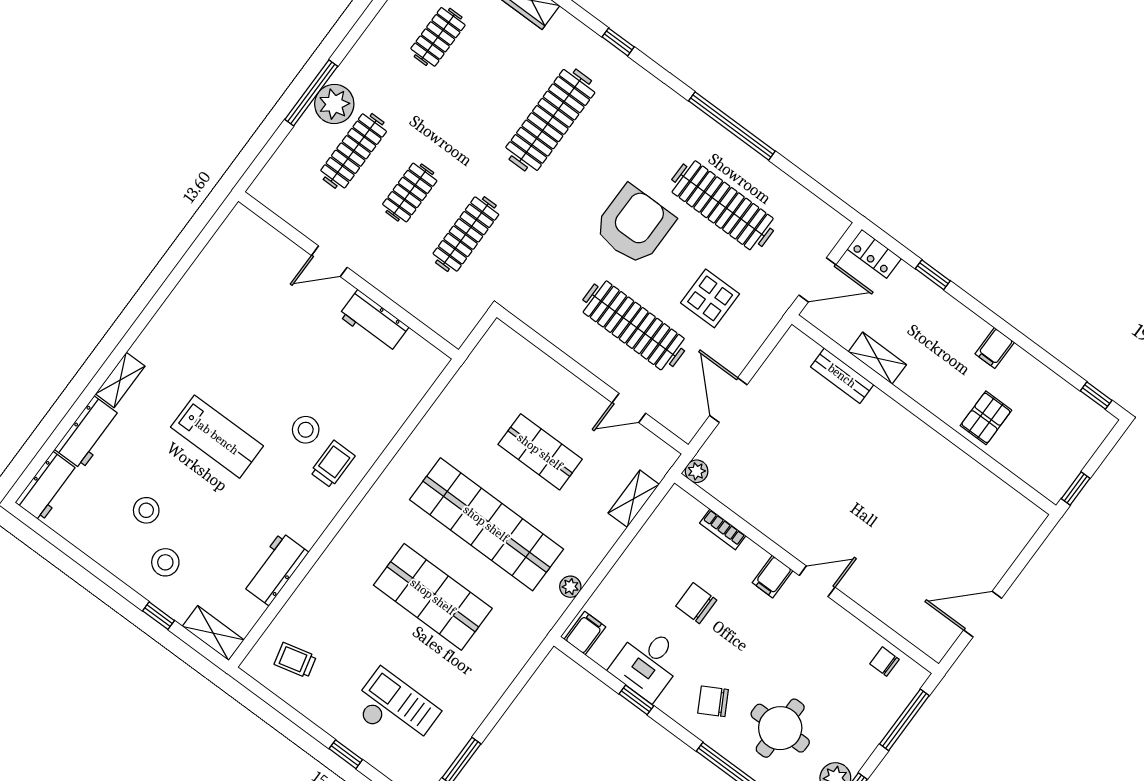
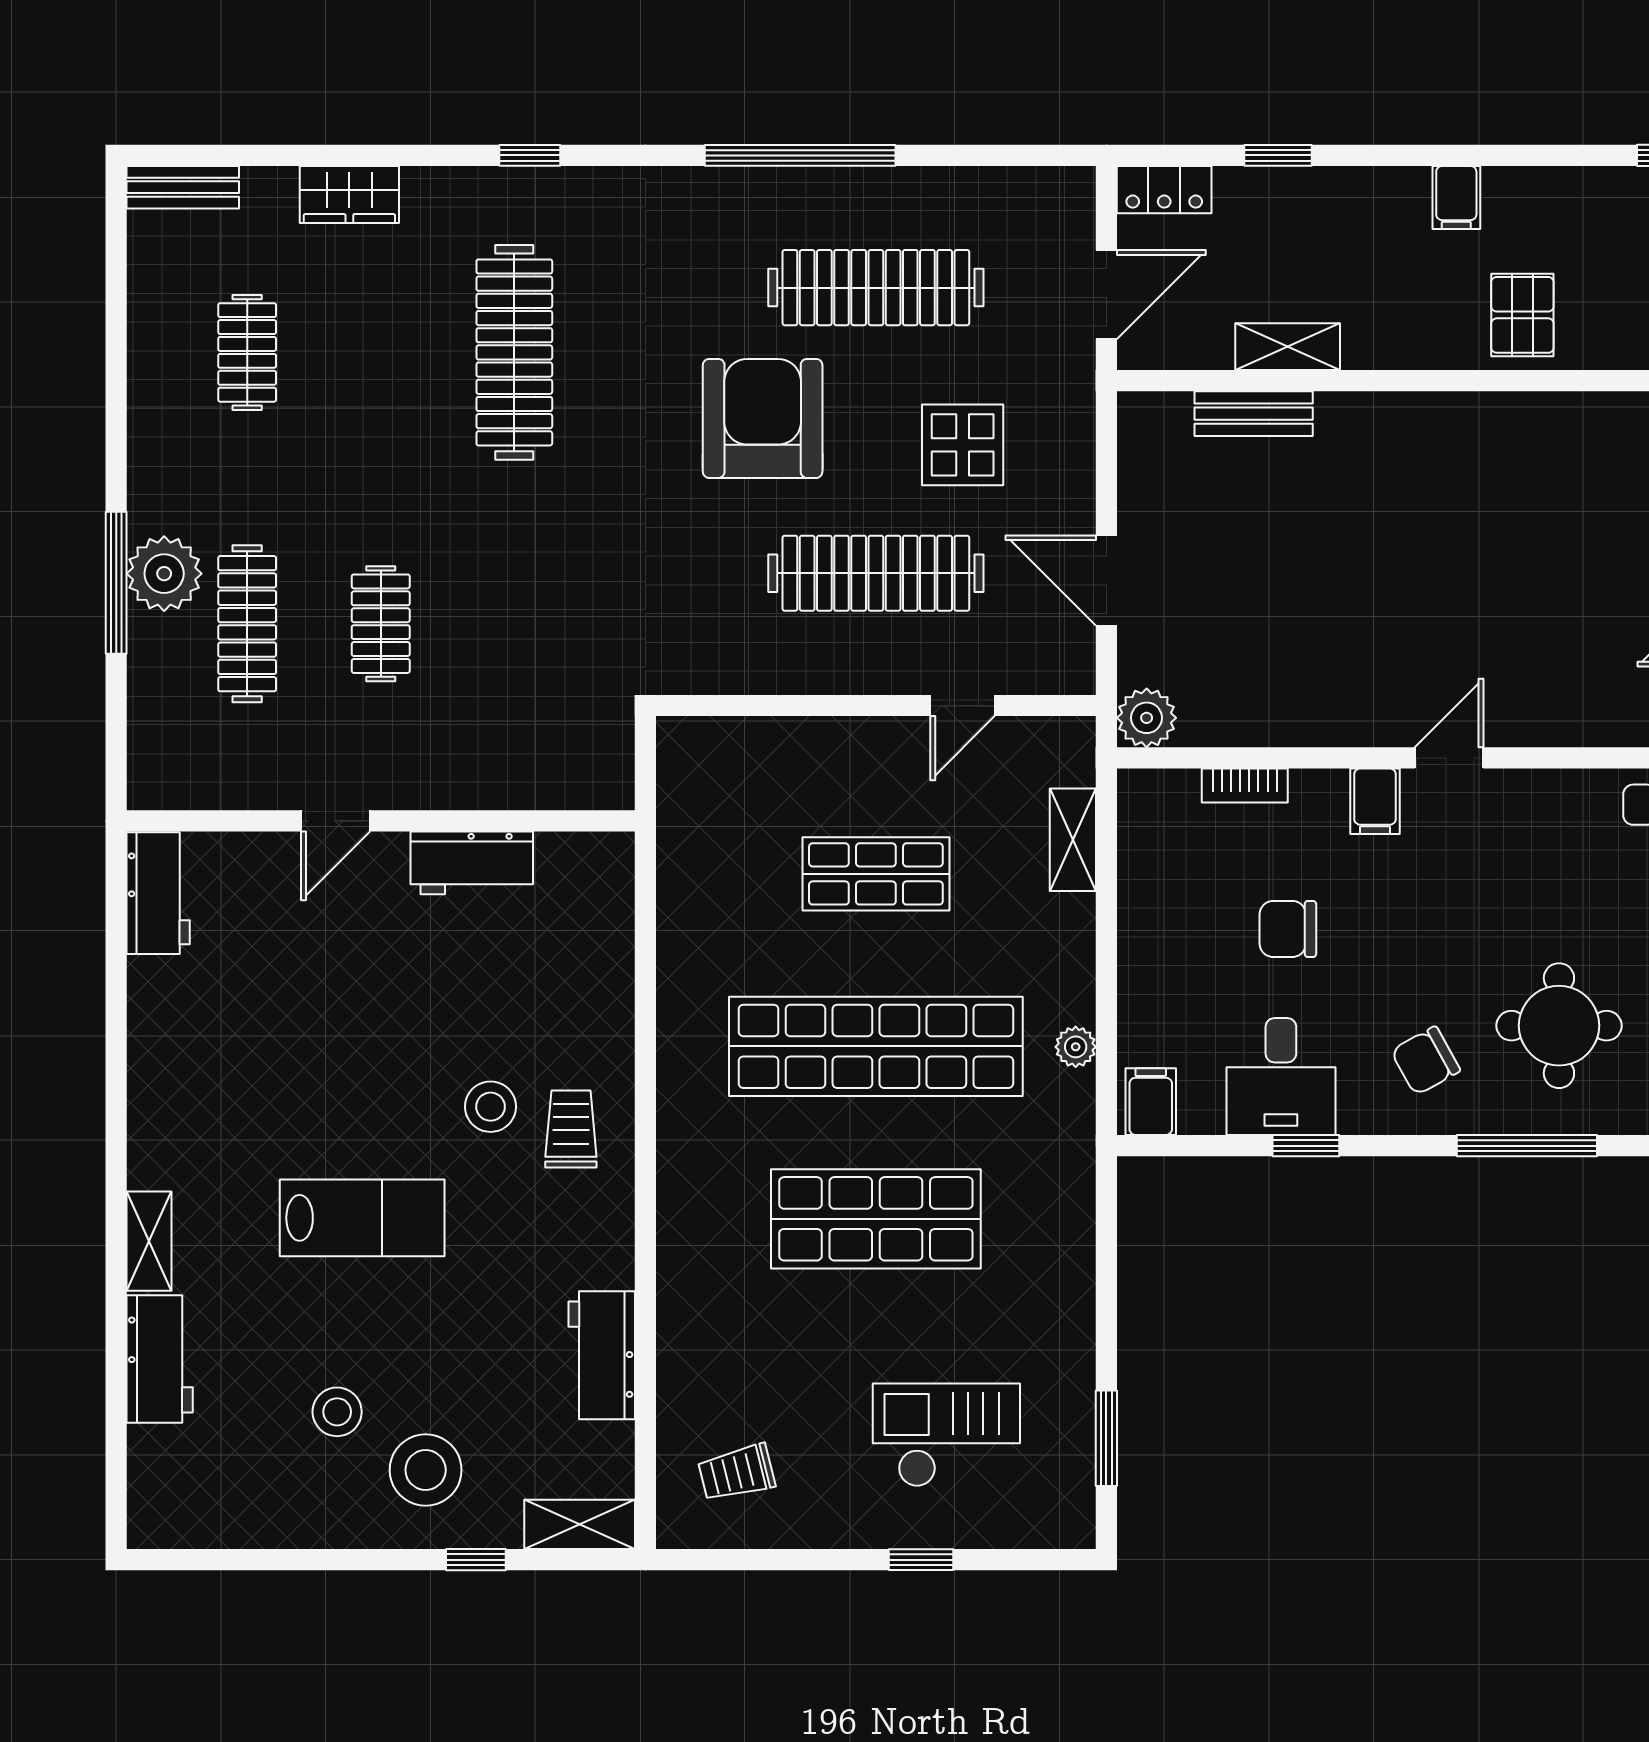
clothes rail: (466, 234) -> (514, 624), removed
plant: (697, 471) -> (1147, 718), width x1.38, depth x1.38
workbench: (47, 487) -> (158, 893), moved
stool: (165, 562) -> (426, 1470), width x1.38, depth x1.38

